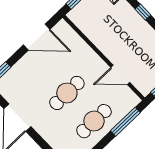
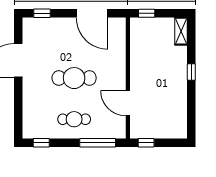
cafe table: (94, 121) -> (74, 119), width x0.73, depth x0.74

